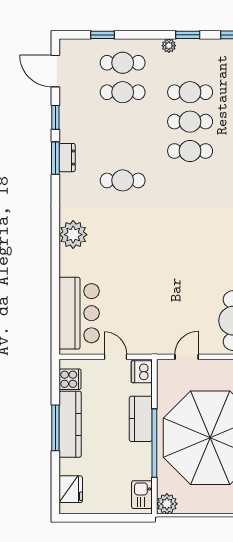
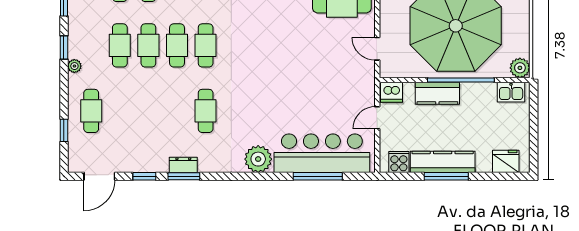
cafe table: (123, 92) -> (206, 45), moved
window: (55, 296) -> (318, 176), added
bar counter: (79, 313) -> (322, 153), width x1.36

